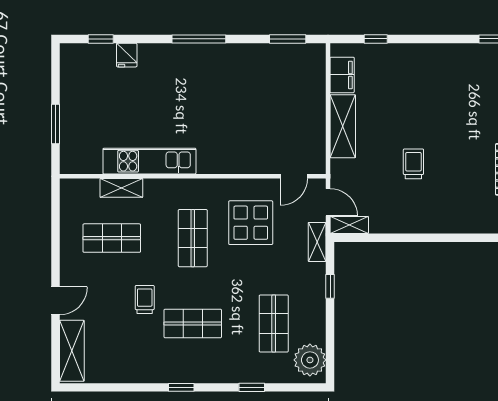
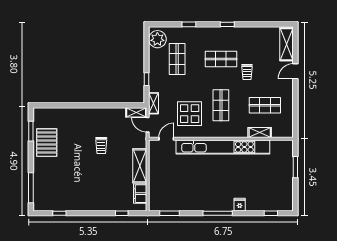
fridge: (127, 55) -> (240, 205), moved
kitchen unit: (149, 161) -> (223, 147), width x1.86

